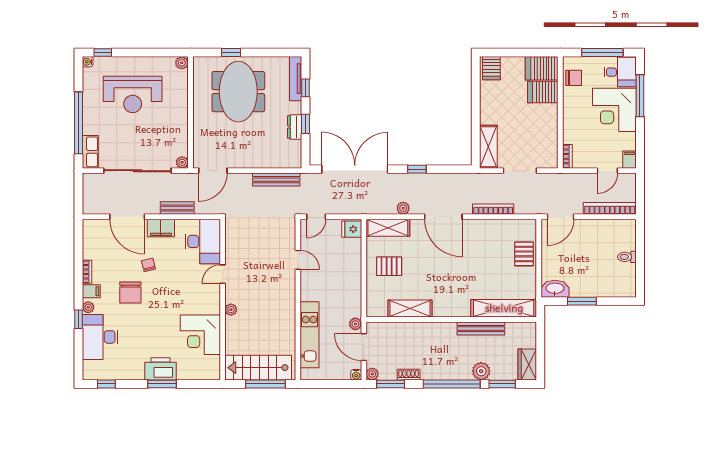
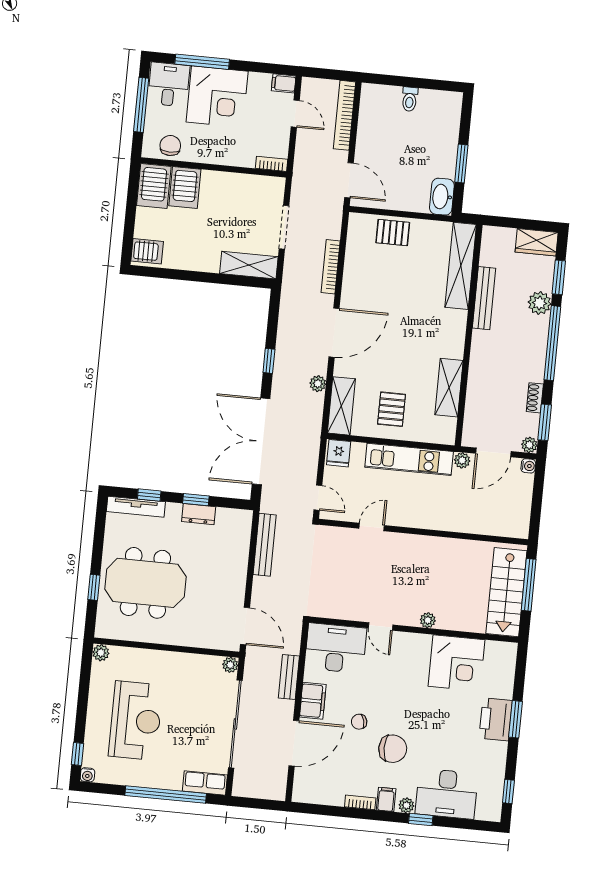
kitchen unit: (310, 335) -> (409, 459), moved, turned 180

